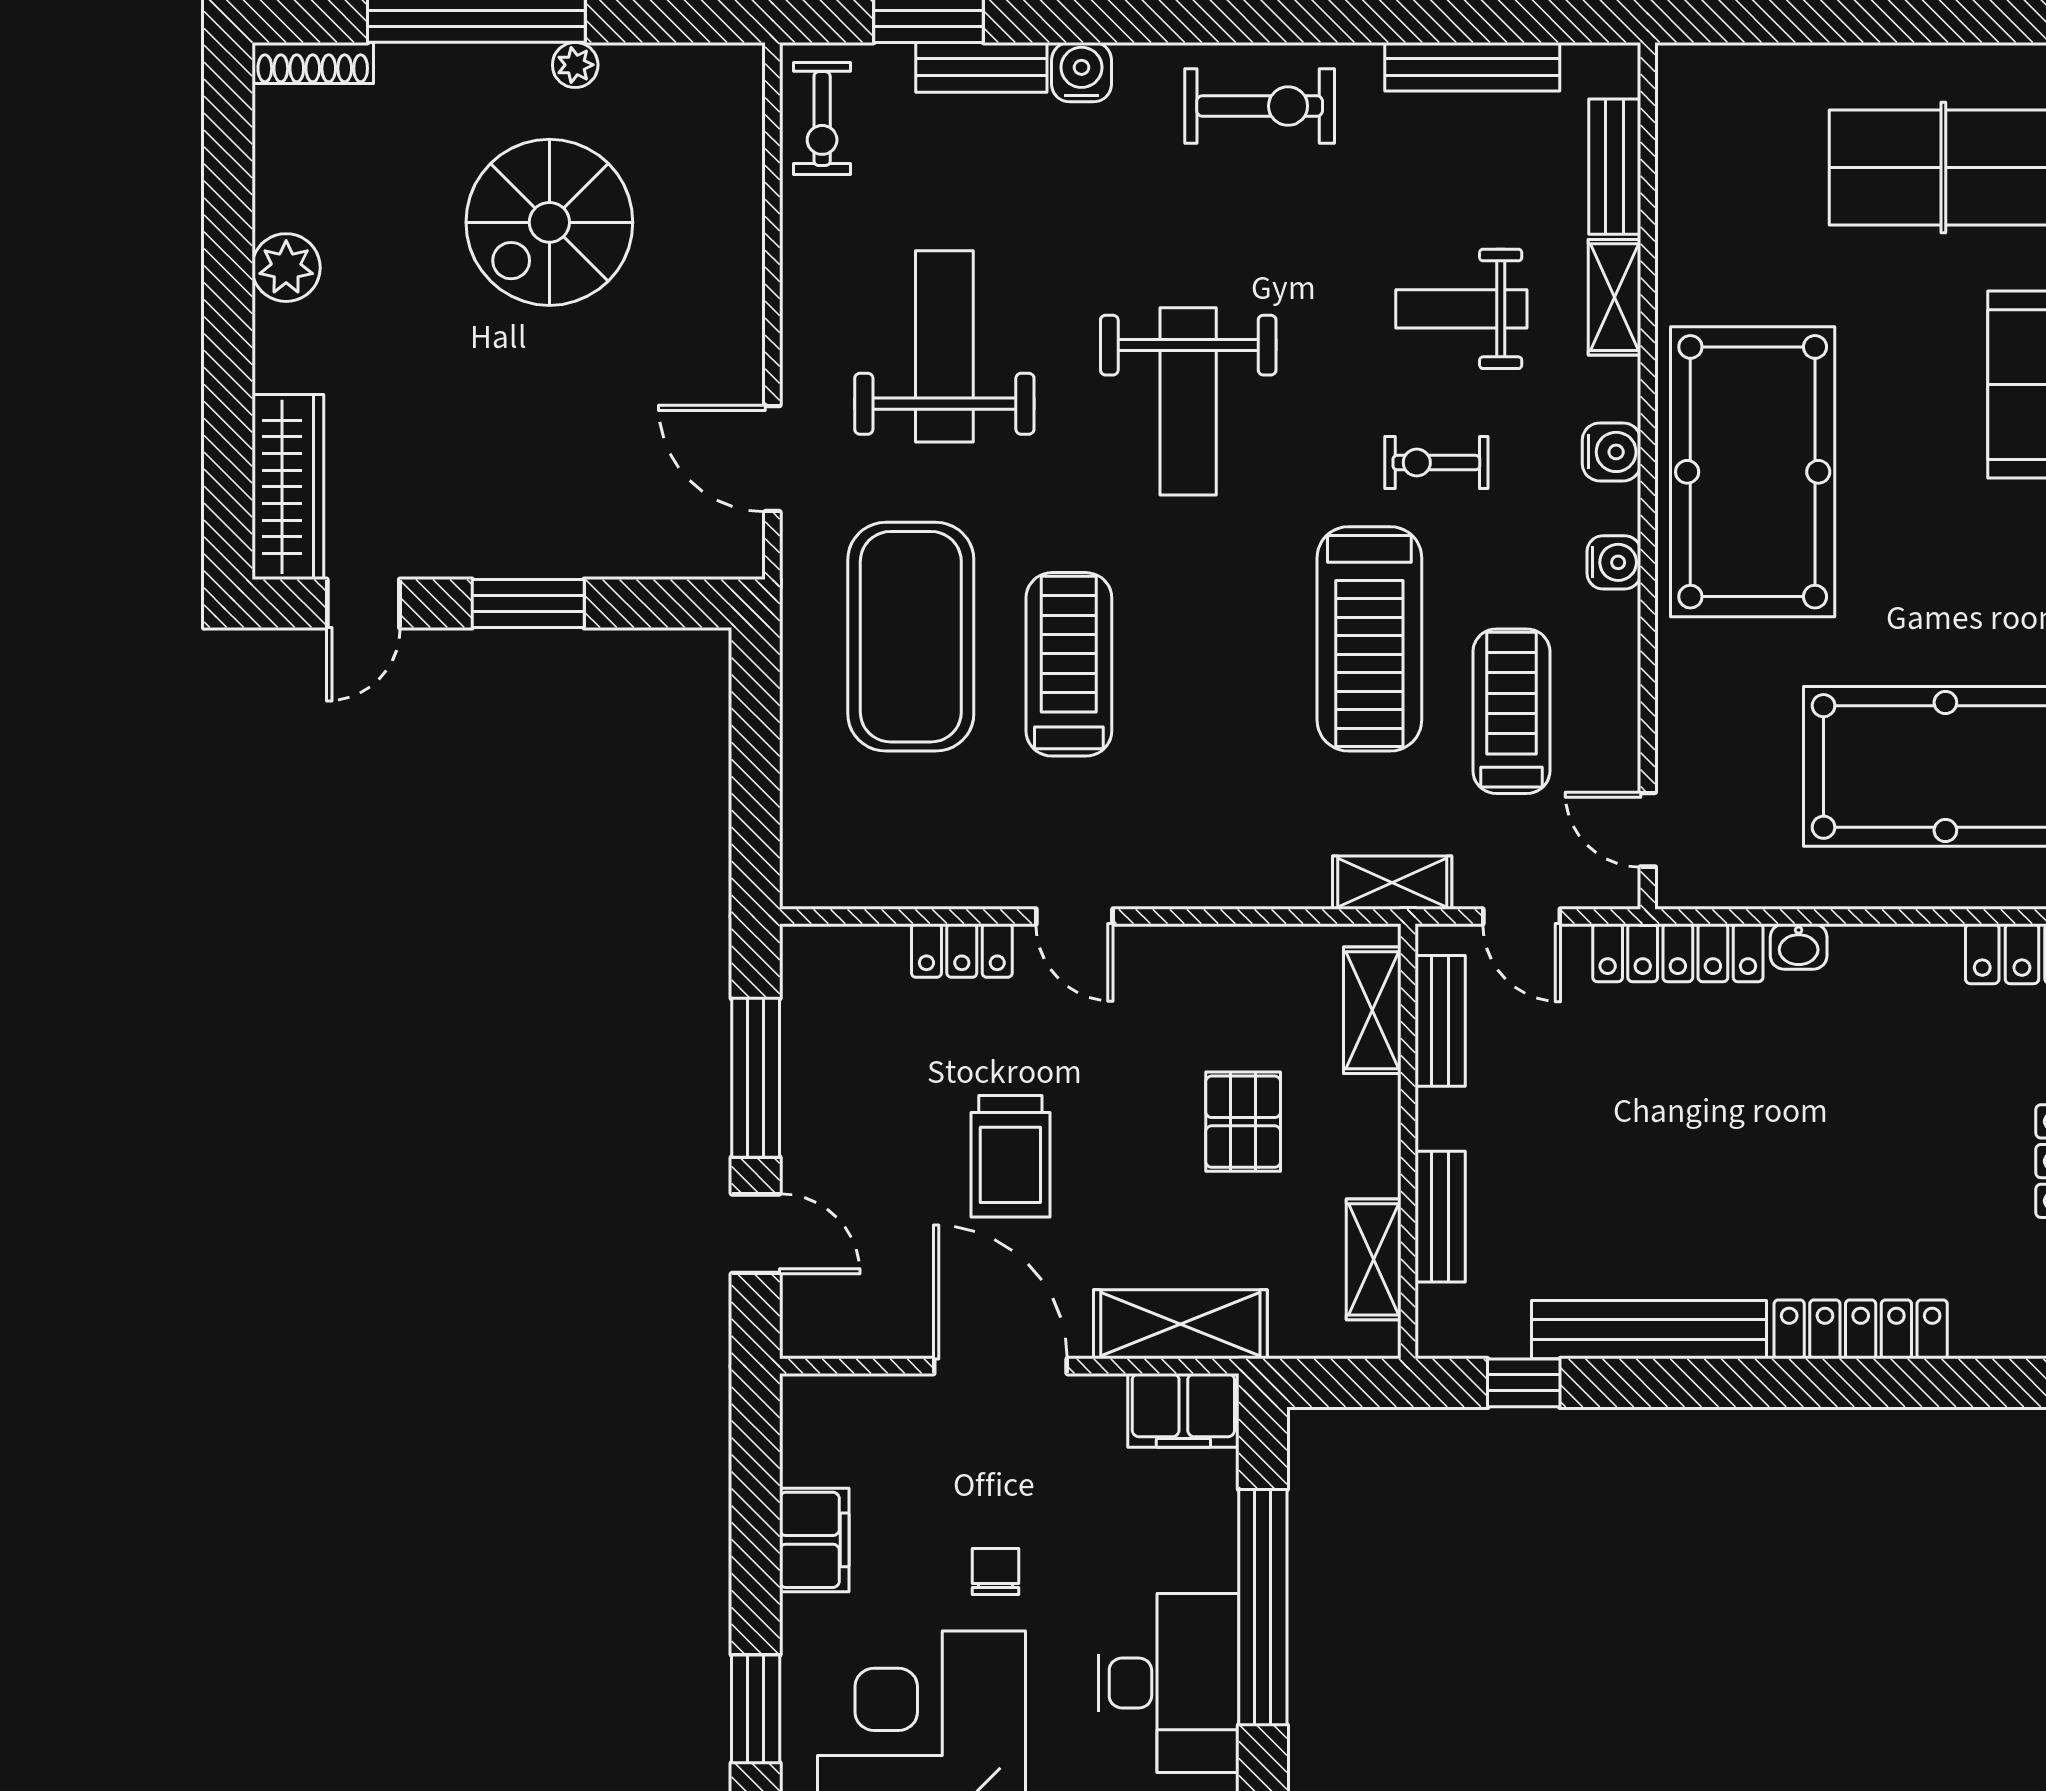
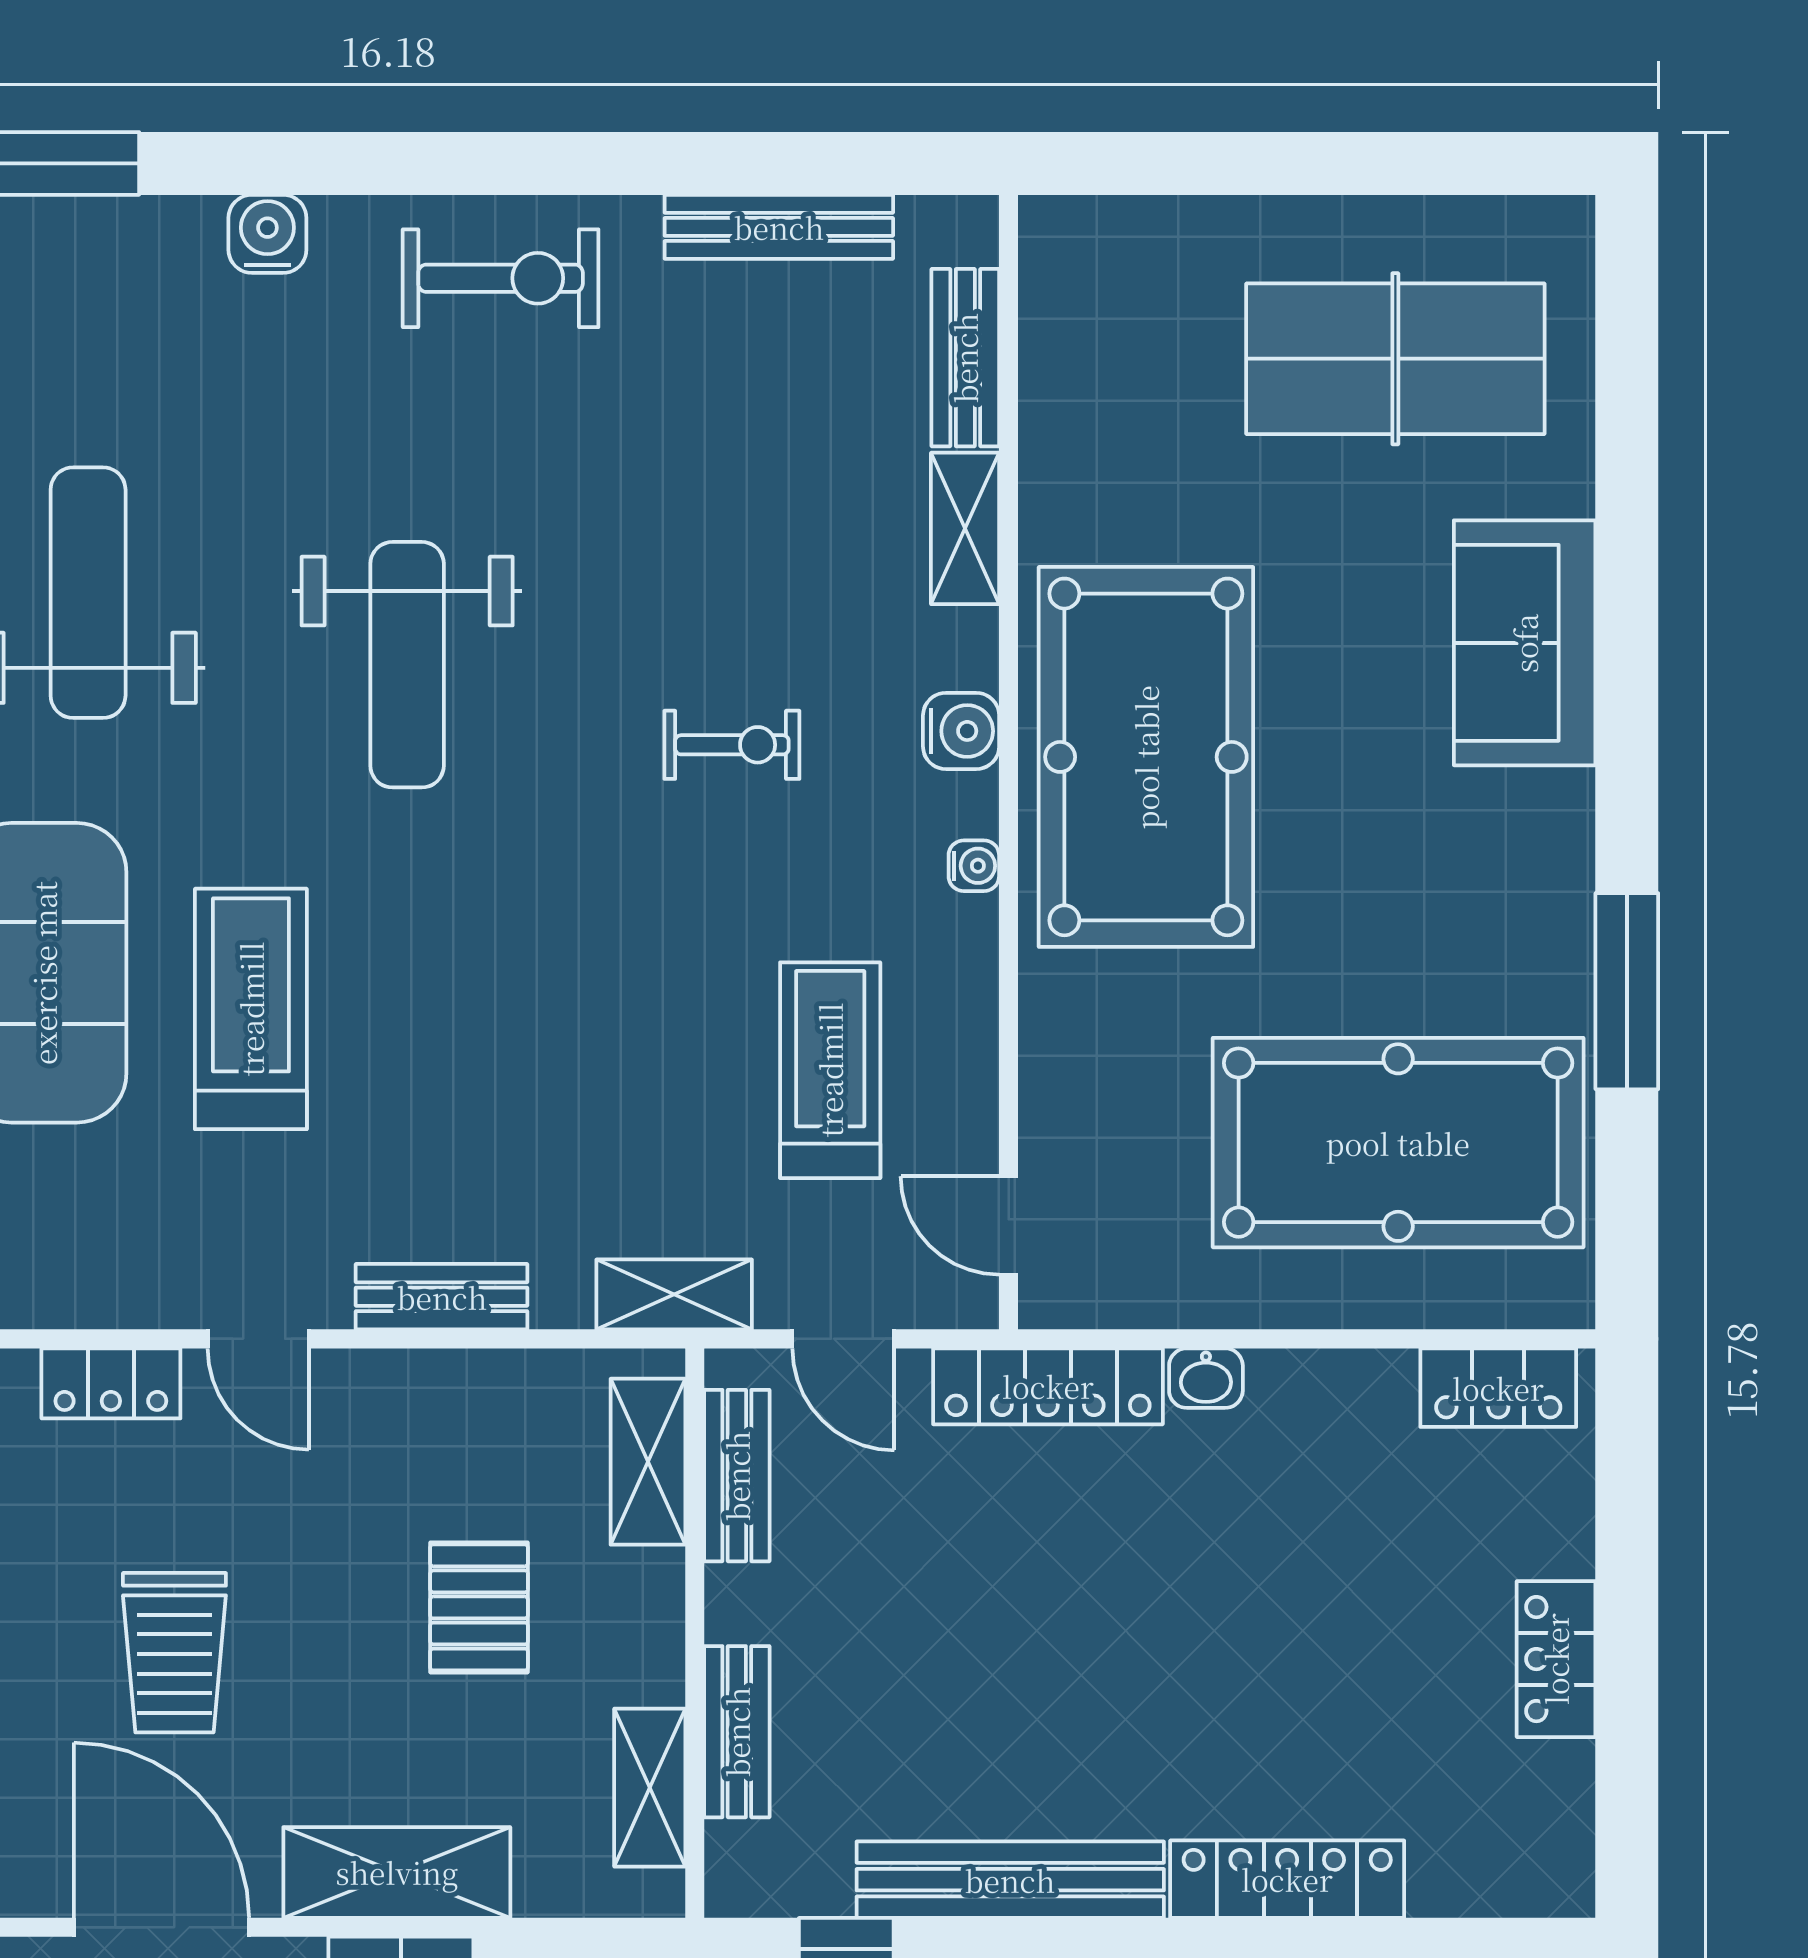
bench: (981, 67) -> (442, 1297), moved
weight bench: (1461, 309) -> (765, 544), removed
exercise bike: (1436, 463) -> (732, 745), turned 180
water cooler: (1614, 562) -> (974, 866), width x0.72, depth x0.72
treadmill: (1369, 639) -> (644, 976), removed

